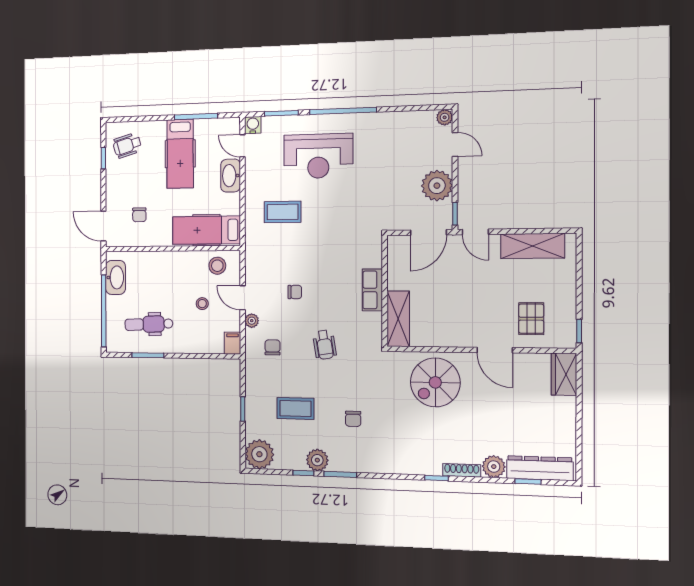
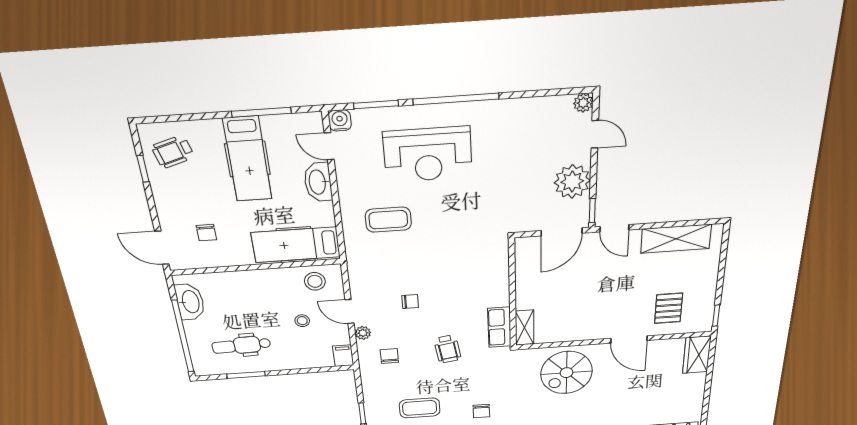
row of seats: (372, 290) -> (499, 327), moved
shelving: (398, 319) -> (525, 328), width x0.67, depth x0.75

